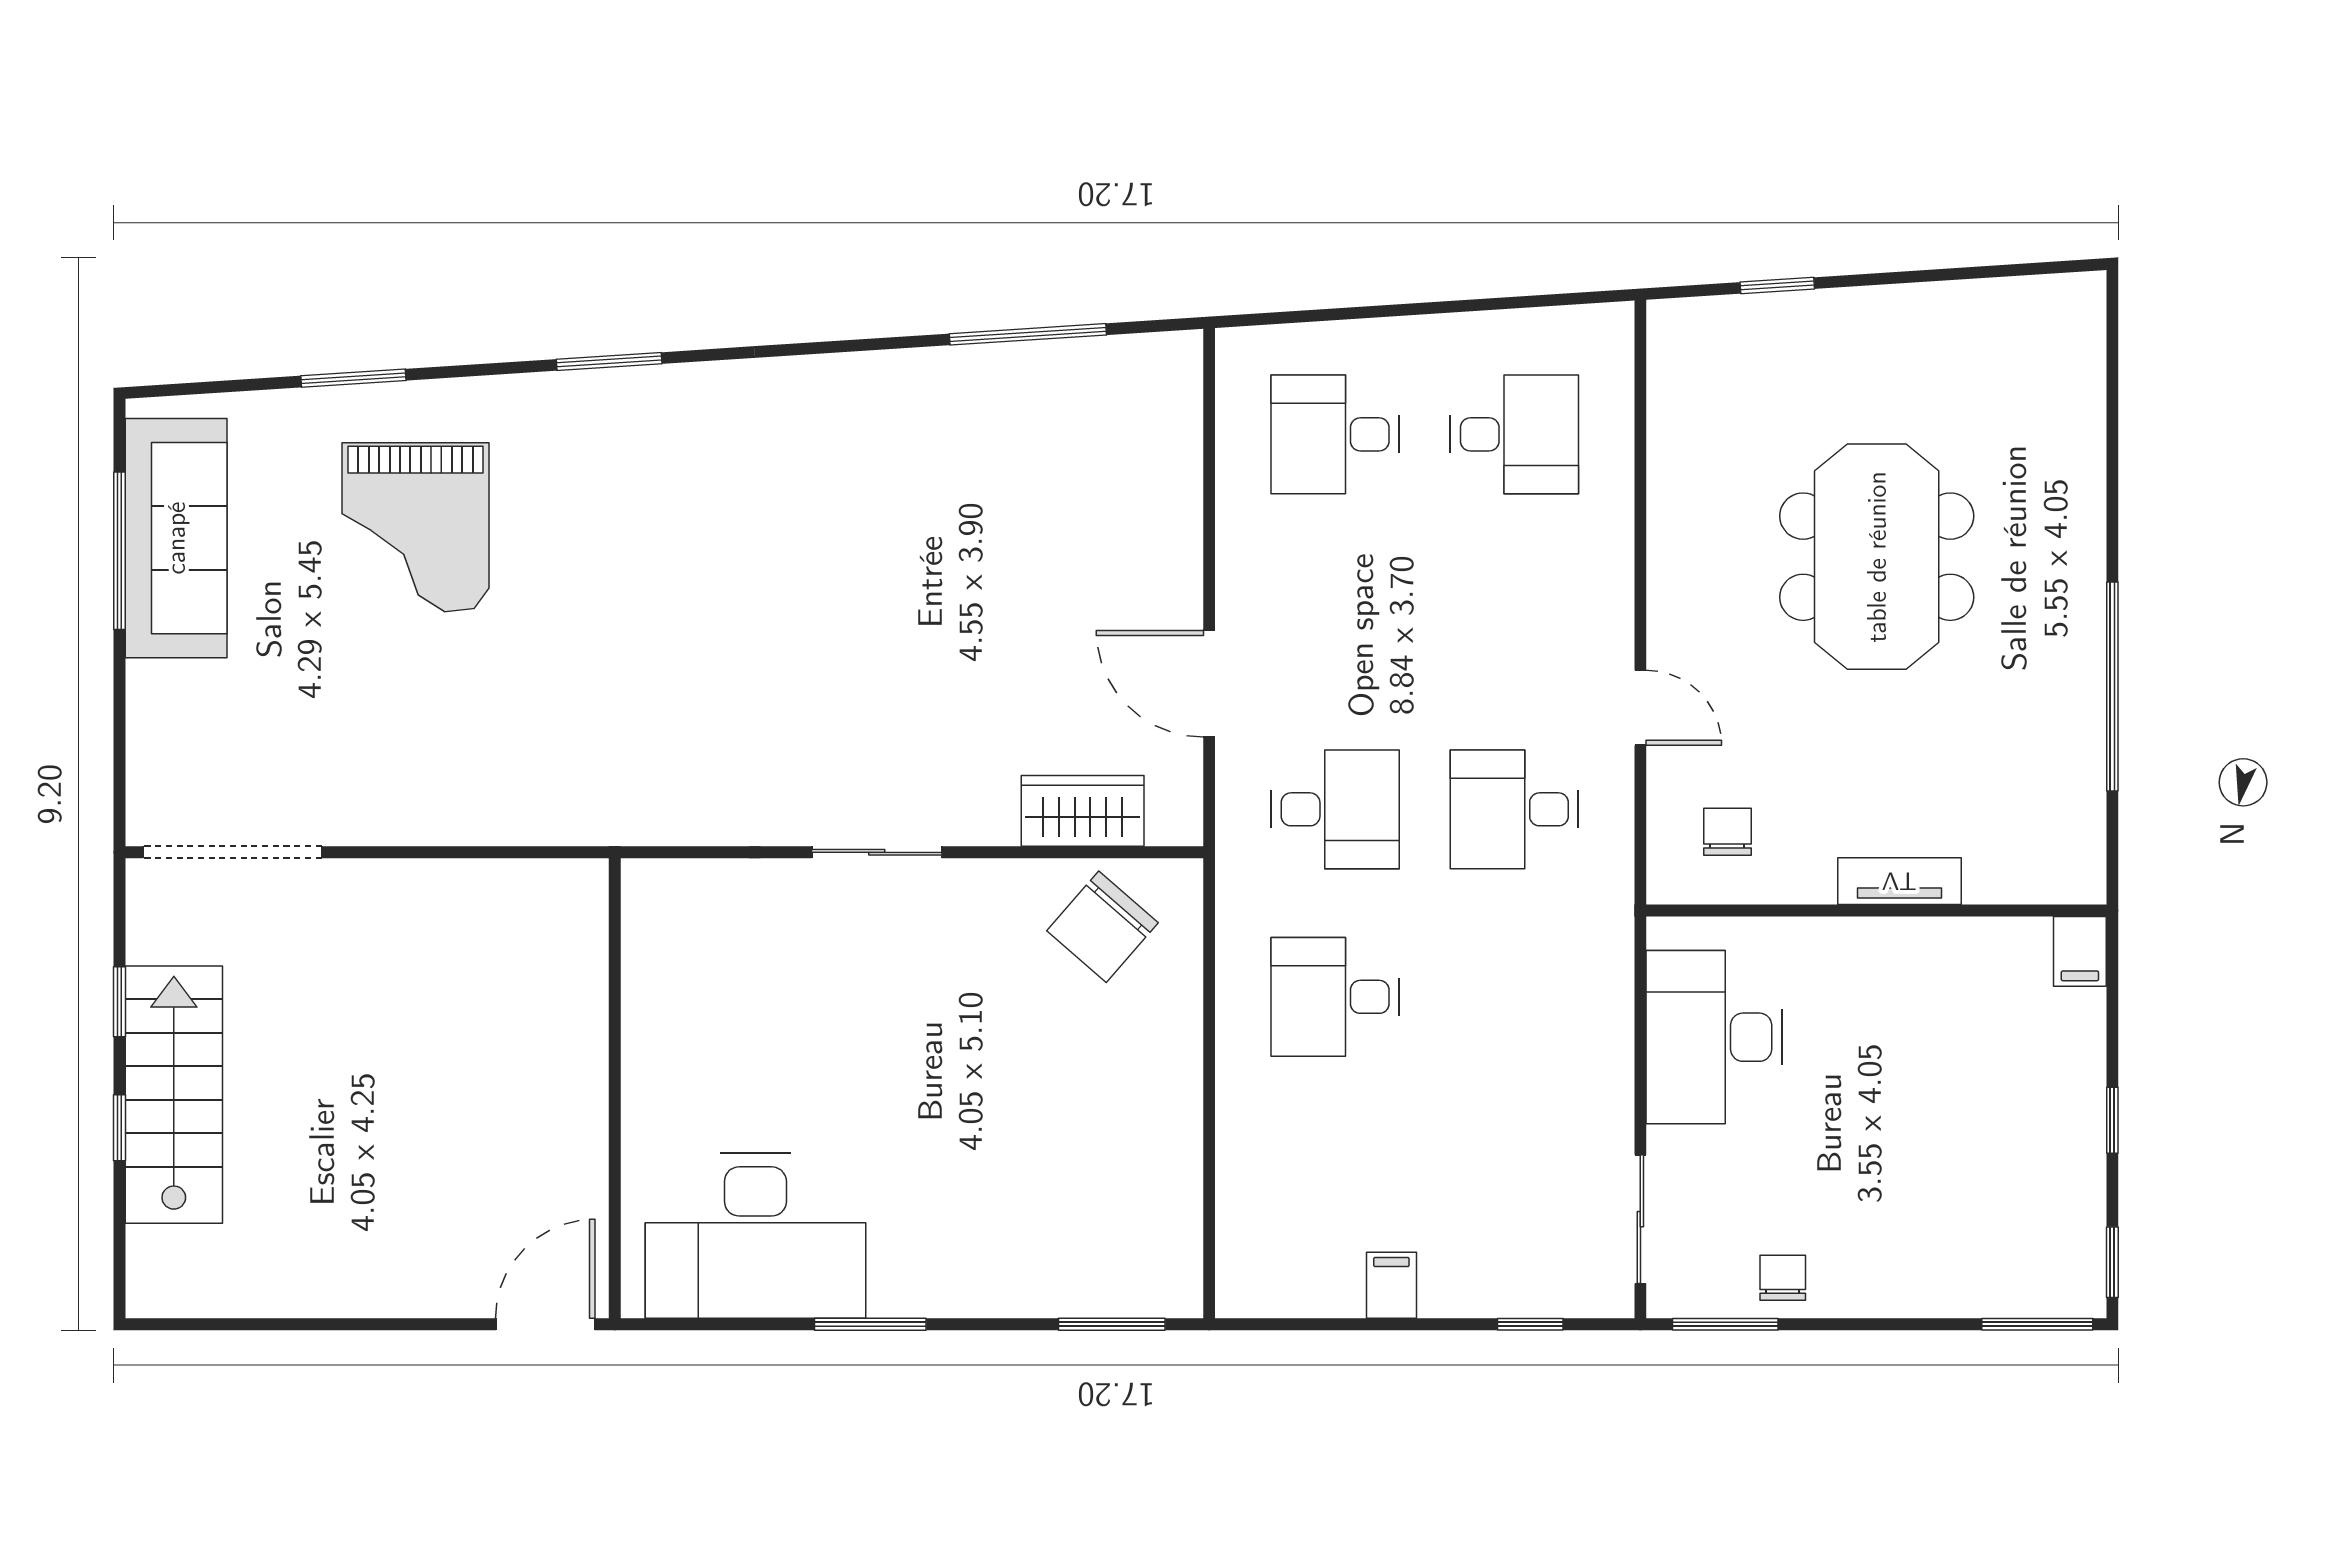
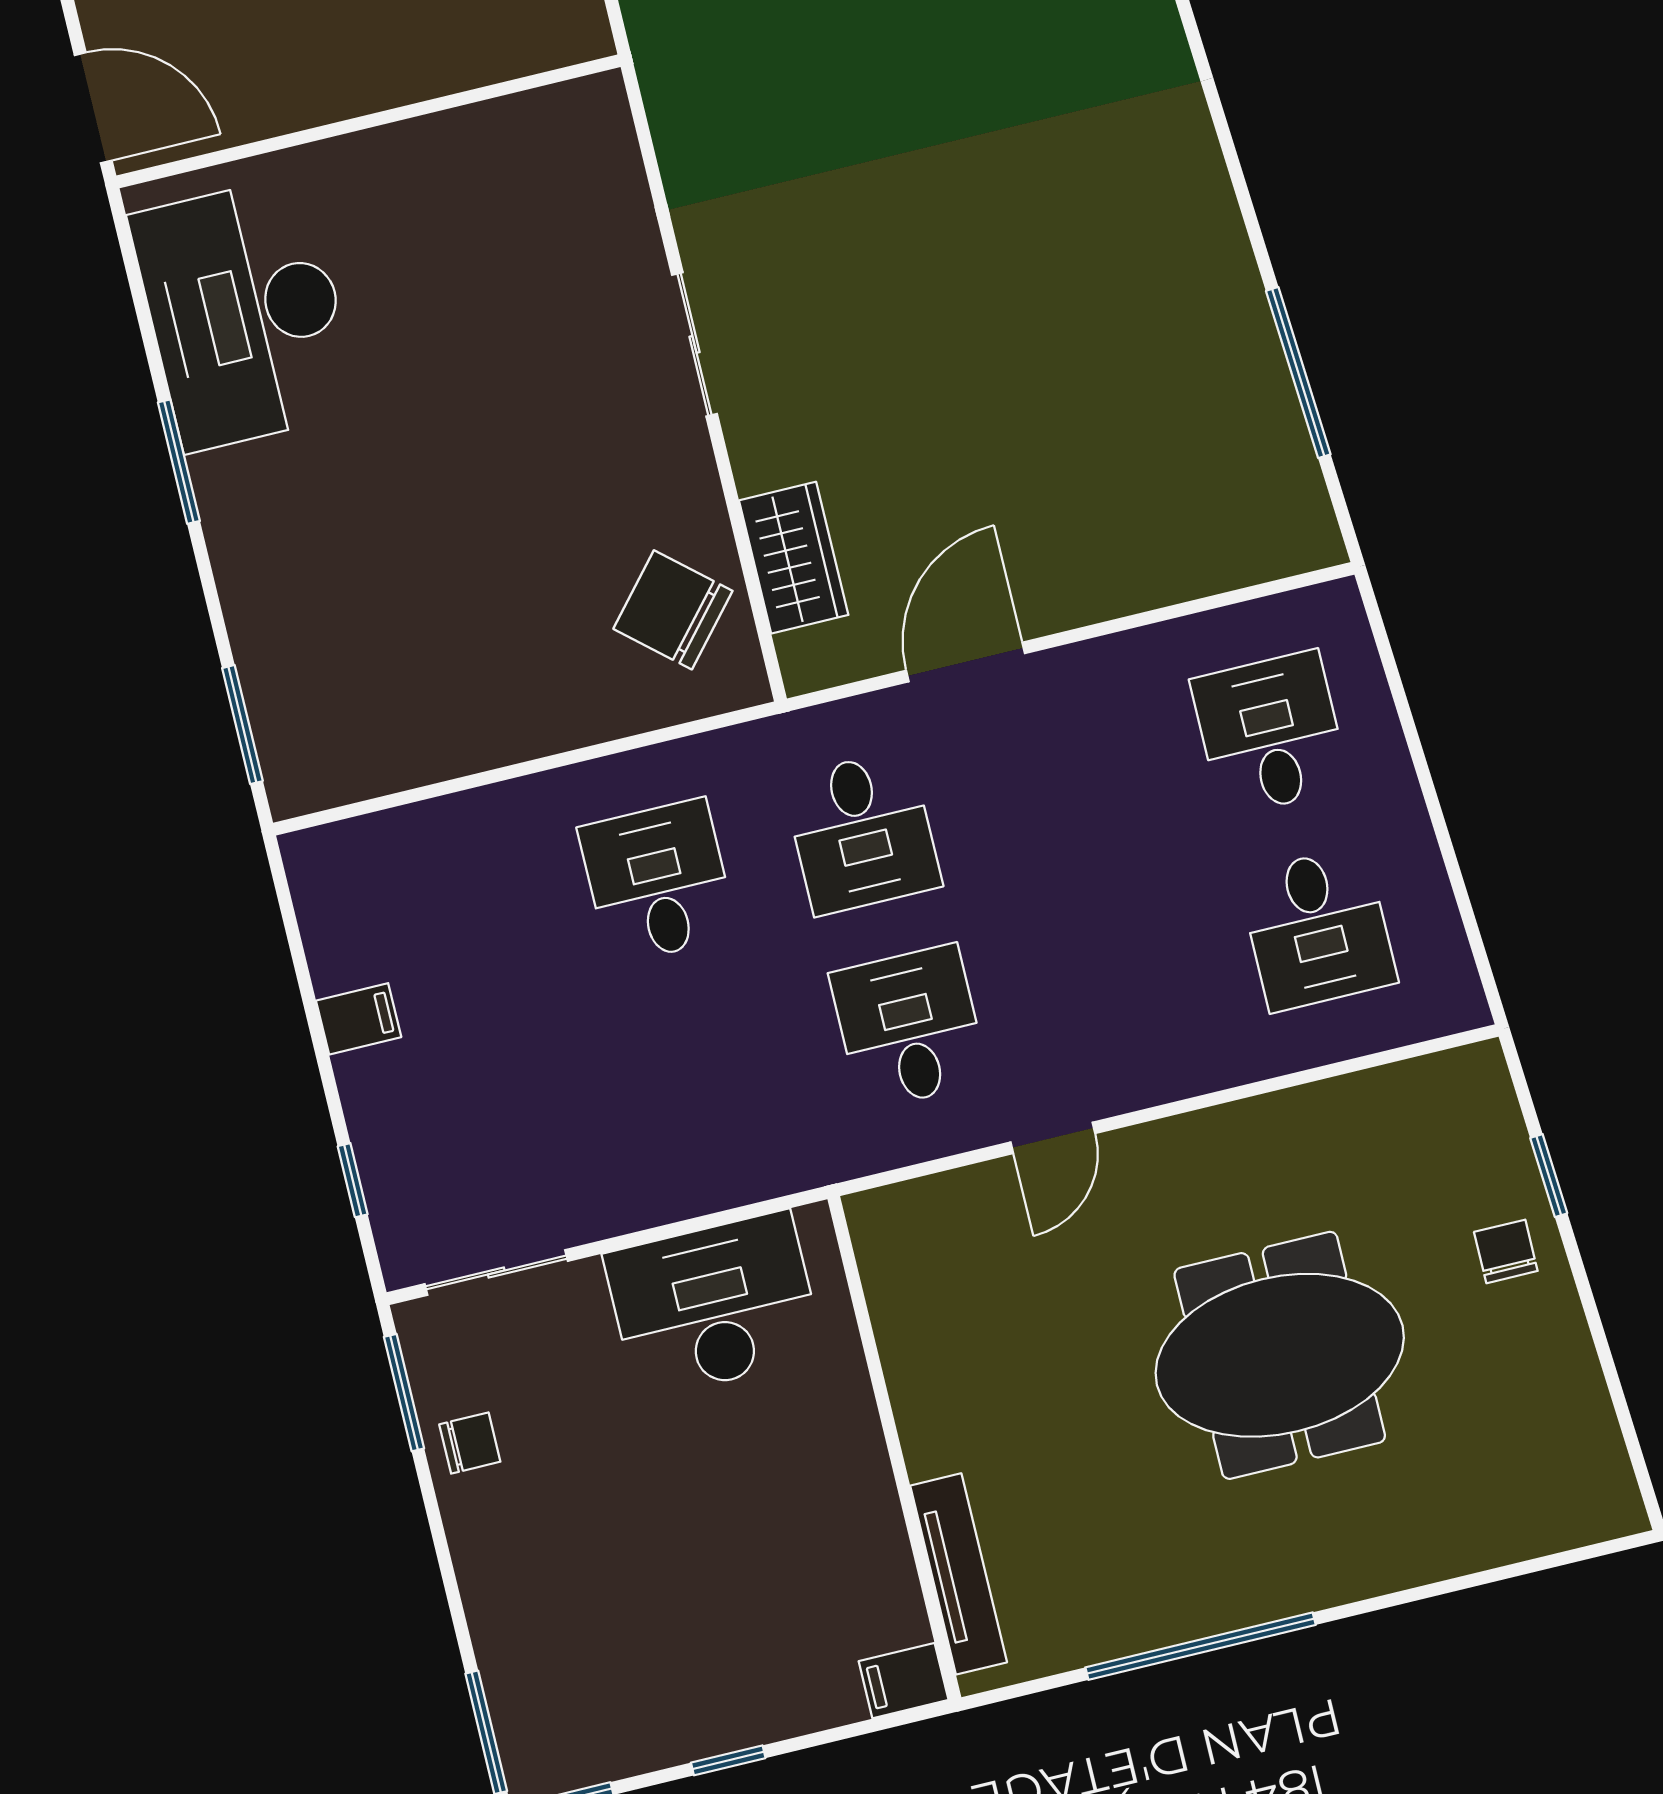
chair: (1727, 832) -> (1506, 1251), moved, turned -90
tv unit: (1899, 881) -> (959, 1574), moved, width x1.41

